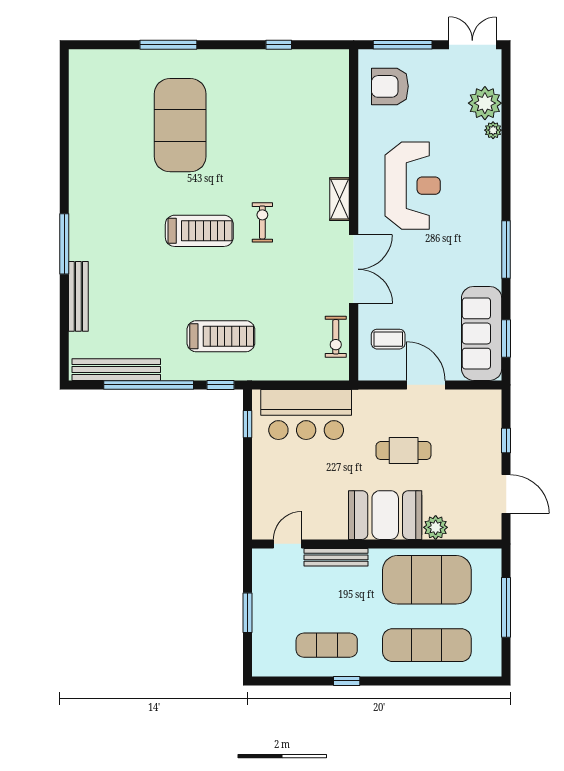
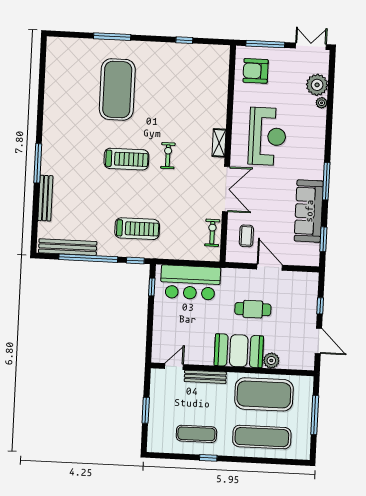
sofa: (482, 333) -> (309, 211), moved
exercise bike: (336, 337) -> (212, 233), turned 180
coffee table: (388, 339) -> (246, 236), turned 90

